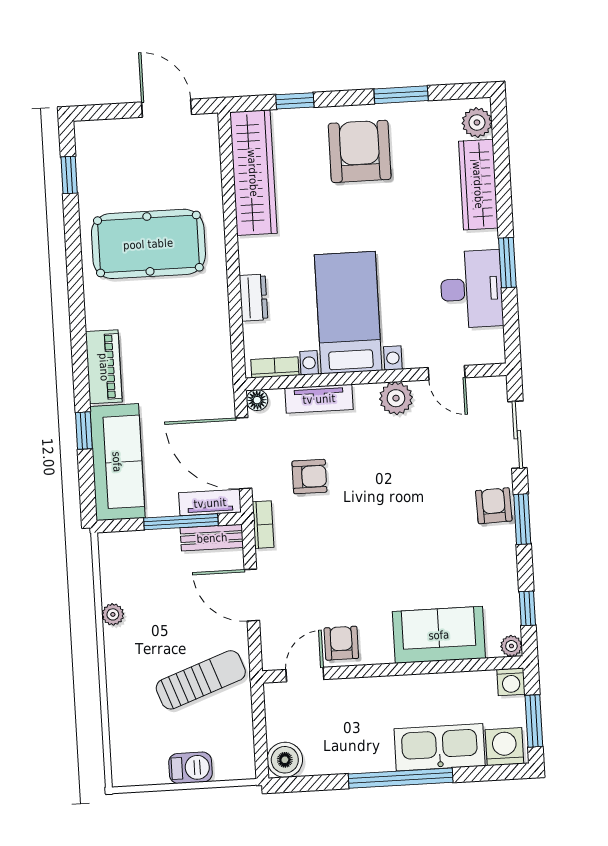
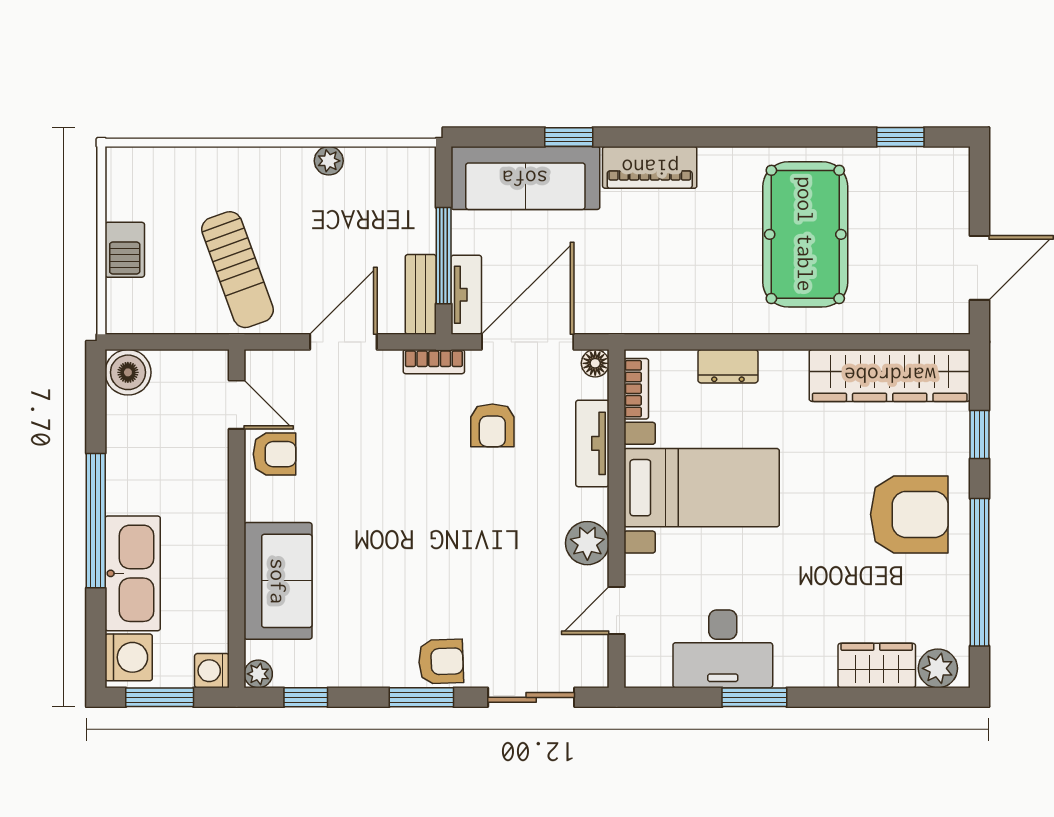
window: (401, 95) -> (979, 572), width x2.11
wardrobe: (478, 185) -> (877, 666), width x0.67

